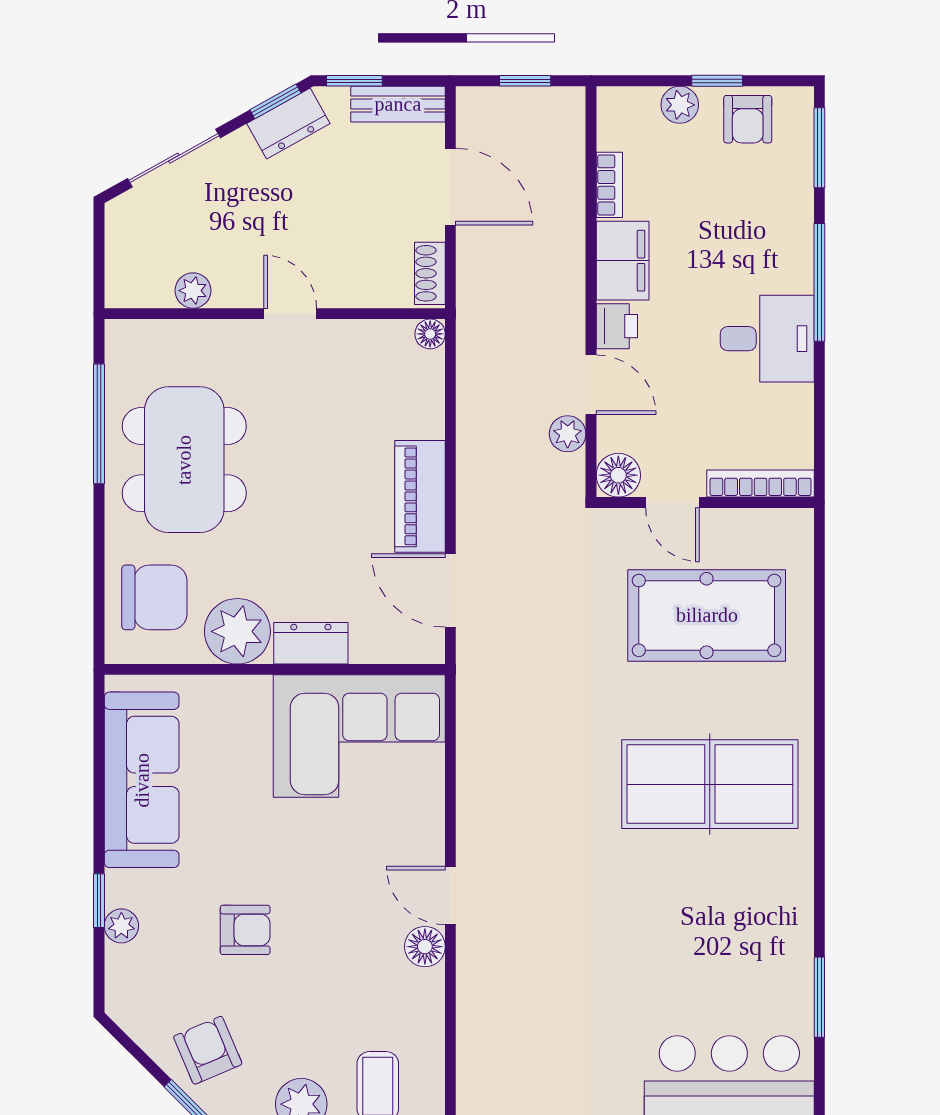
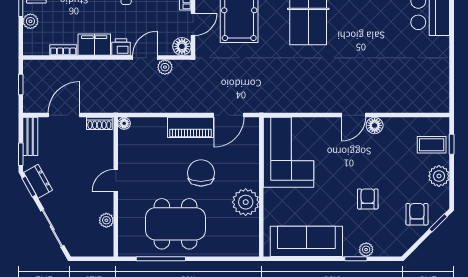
chair: (154, 597) -> (201, 173), moved
dresser: (311, 643) -> (251, 172), removed
armchair: (208, 1050) -> (417, 214), turned 113

